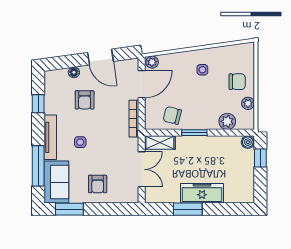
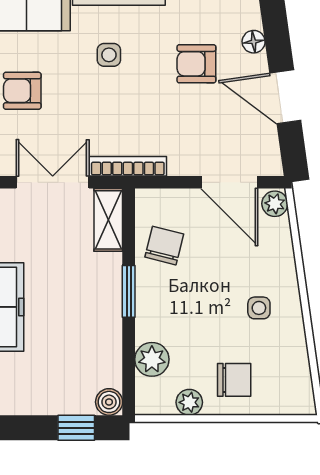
door: (100, 57) -> (285, 97), hinge flipped
chair: (237, 82) -> (234, 380), turned -90
bookcase: (134, 119) -> (128, 166), moved
double door: (142, 169) -> (53, 182), swing flipped

